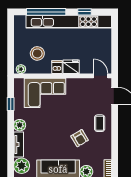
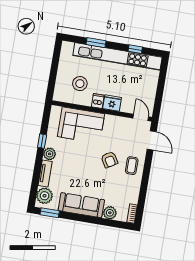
window: (46, 12) -> (96, 43), width x0.47
plant: (21, 69) -> (60, 97), removed
window: (11, 104) -> (42, 141), moved
armchair: (80, 138) -> (109, 160), moved

